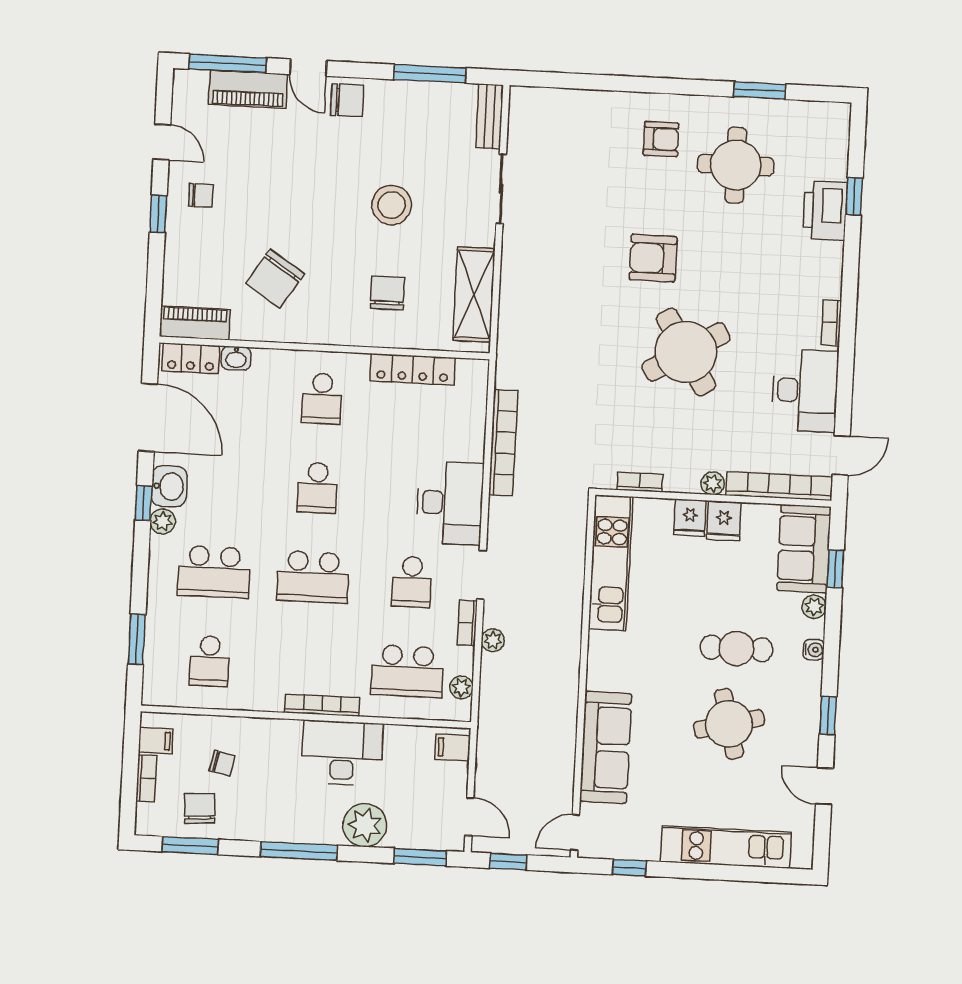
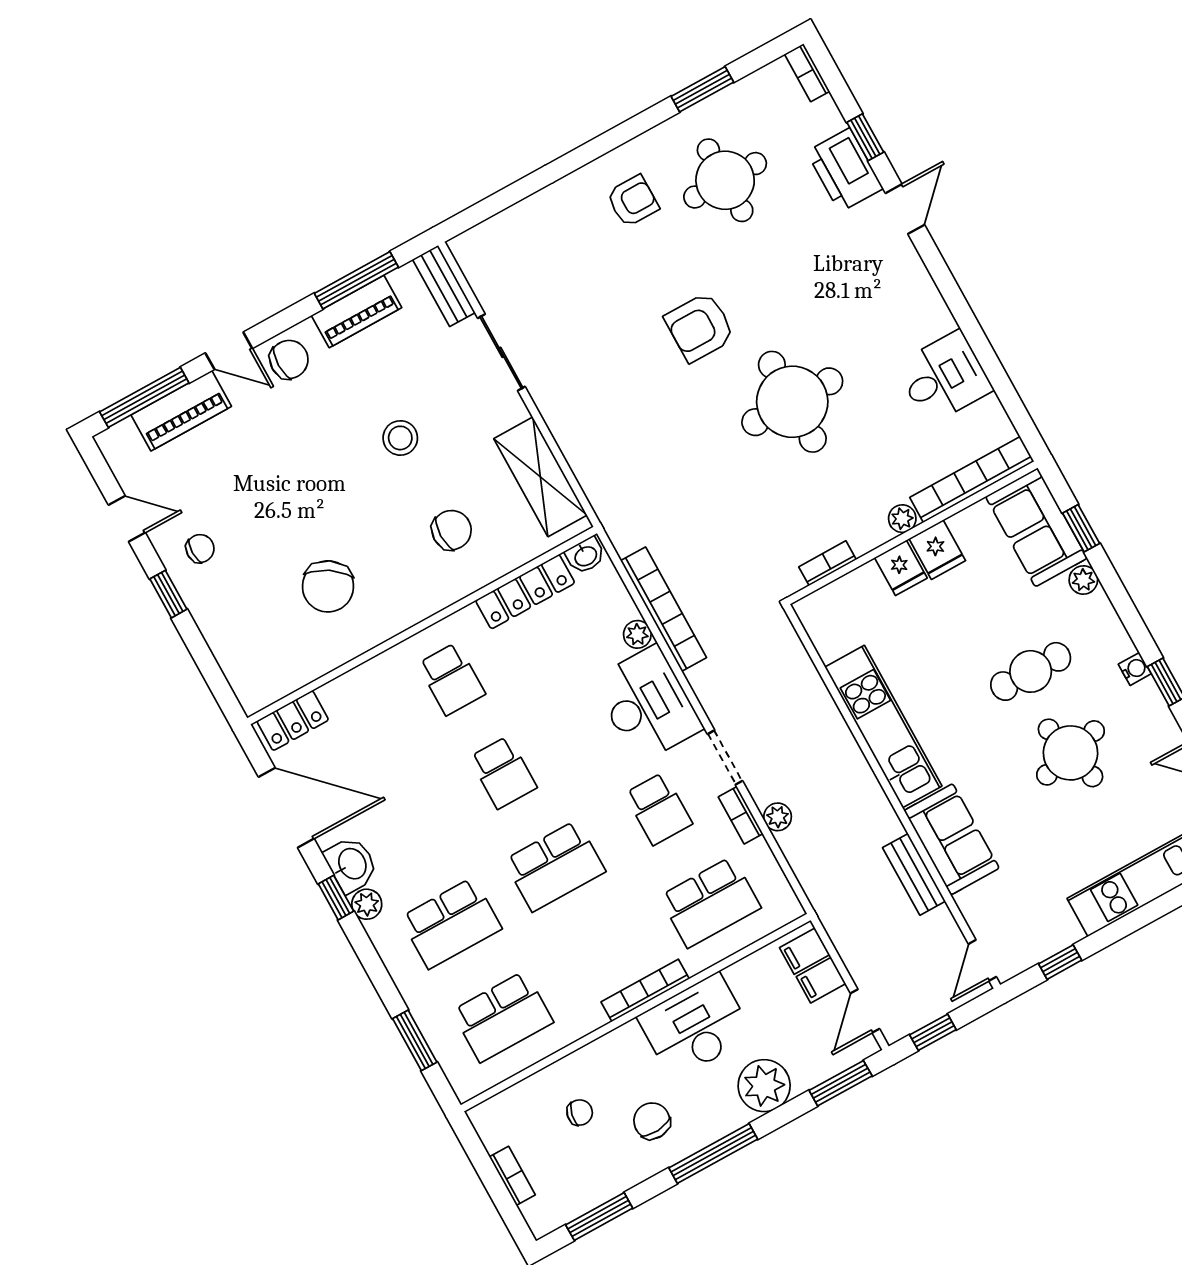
stool: (392, 205) -> (400, 438), width x0.73, depth x0.73
chair: (388, 293) -> (452, 530), turned 90
piano: (195, 323) -> (357, 311), moved, turned 180
bookcase: (831, 323) -> (807, 73), moved
round table: (686, 352) -> (792, 402), turned 31
washbasin: (236, 358) -> (585, 556), moved
desk: (805, 391) -> (944, 378), width x0.73
door: (841, 455) -> (905, 209), moved
kitchen unit: (611, 563) -> (883, 727), moved
water cooler: (814, 650) -> (1135, 669), moved
school desk: (209, 661) -> (503, 1017), width x1.85
plant: (461, 687) -> (637, 634), moved
filing cabinet: (156, 741) -> (821, 980), moved, turned 180
bench: (564, 741) -> (914, 874), added
sofa: (606, 747) -> (952, 839), width x0.73
chair: (199, 808) -> (652, 1121), moved
door: (469, 817) -> (865, 1011), swing flipped

